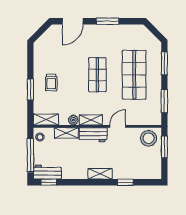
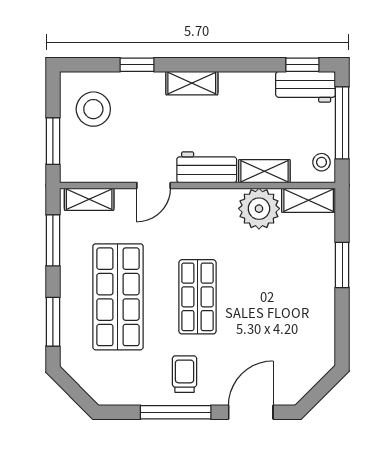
window: (108, 21) -> (176, 412), width x1.44
trolley: (51, 82) -> (185, 374), moved
plant: (73, 120) -> (259, 209), width x1.87, depth x1.87
shelving: (91, 120) -> (89, 199), moved
stool: (149, 138) -> (93, 109), moved

